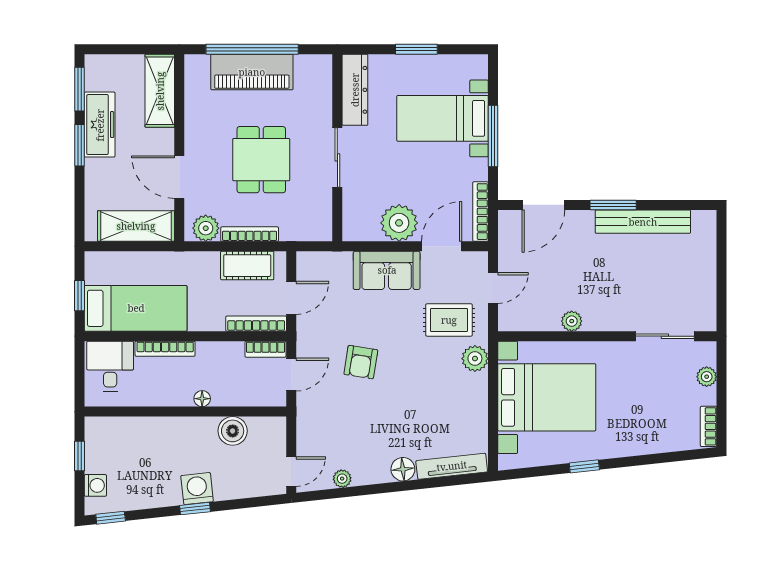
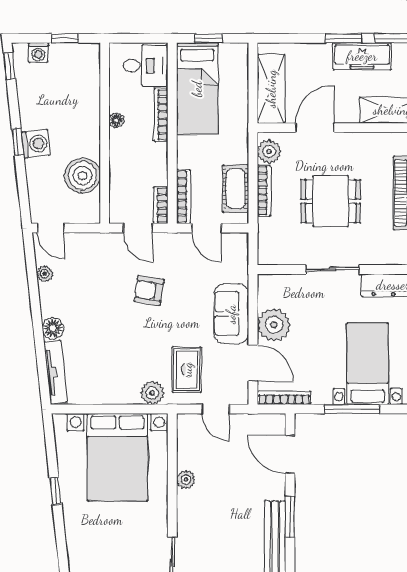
floor lamp: (202, 399) -> (116, 120), moved
boiler: (233, 431) -> (83, 176), width x1.37, depth x1.37

